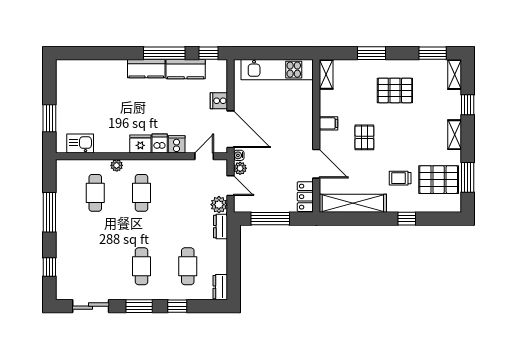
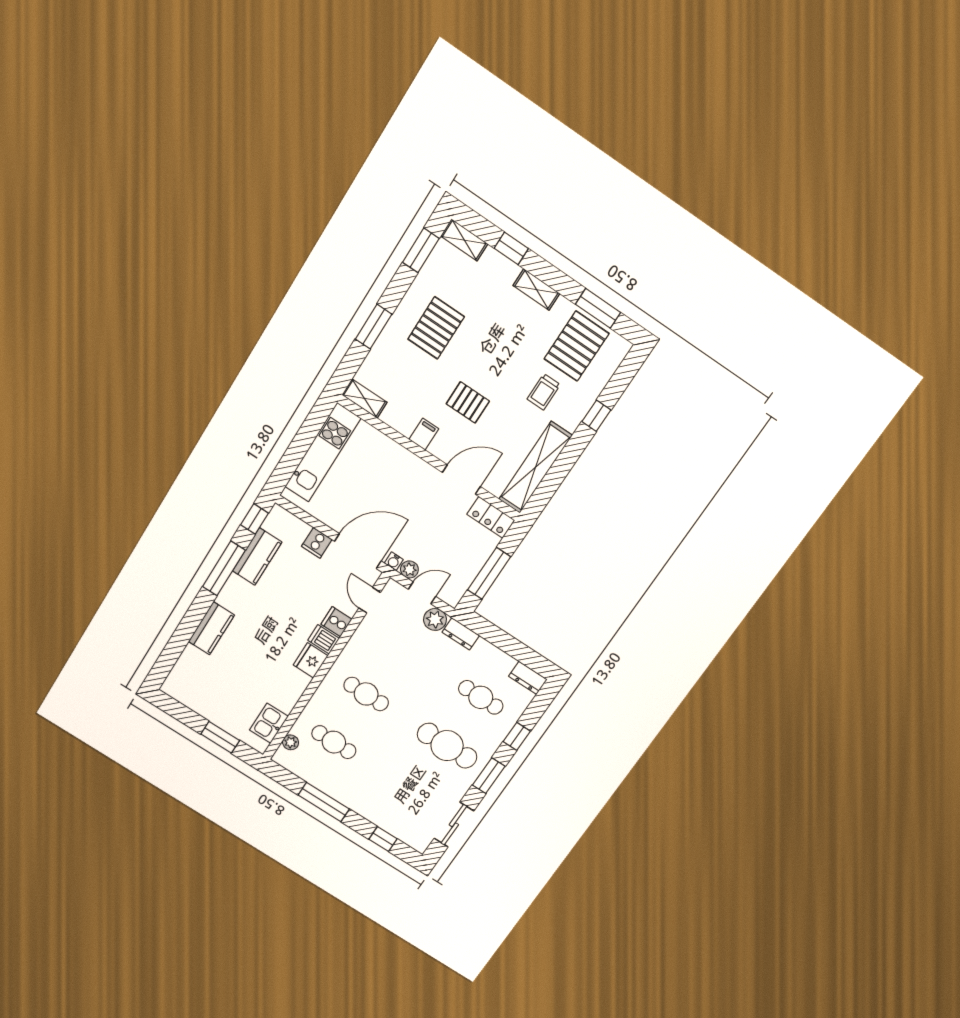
kitchen counter: (146, 69) -> (211, 628), moved
plant: (117, 165) -> (291, 742), moved
cafe table: (142, 266) -> (447, 746), width x1.37, depth x1.35

